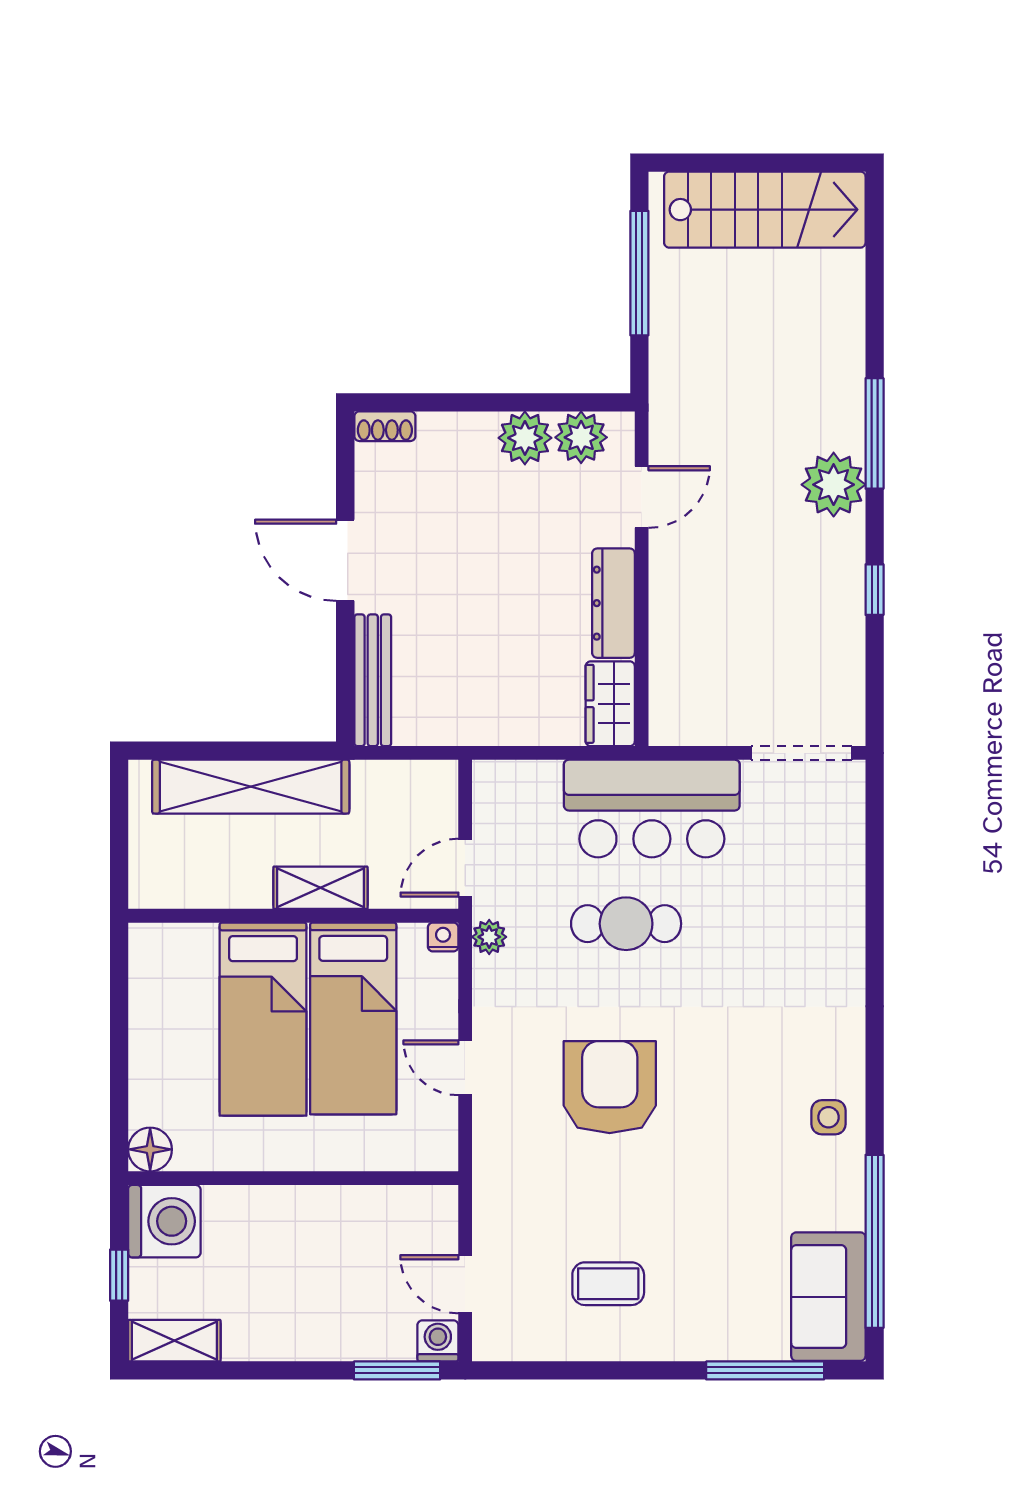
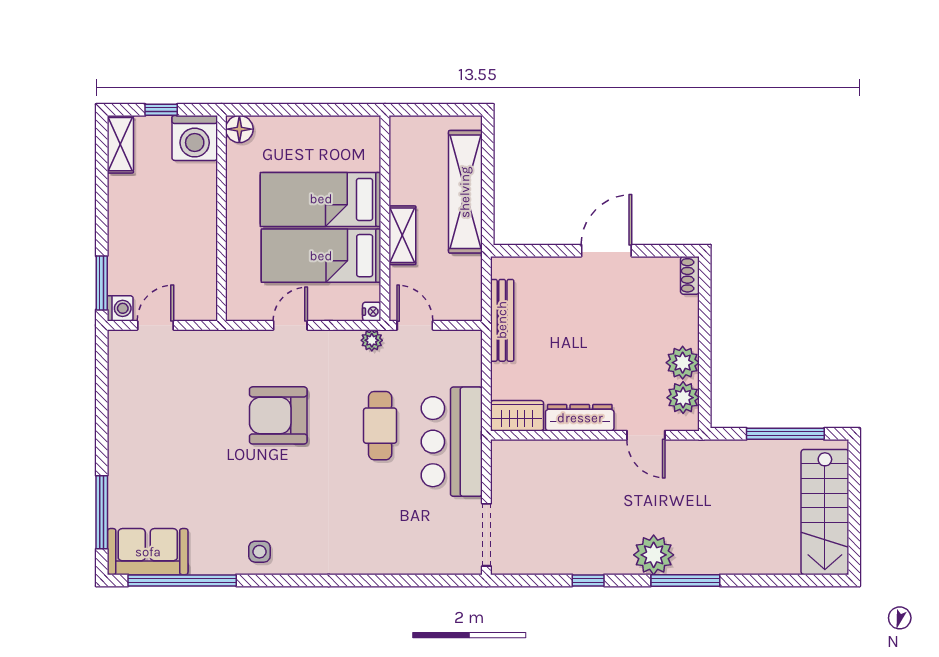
bench: (373, 680) -> (502, 320), moved, turned 90
armchair: (610, 1087) -> (278, 415), turned 180
coffee table: (608, 1284) -> (156, 414), removed

